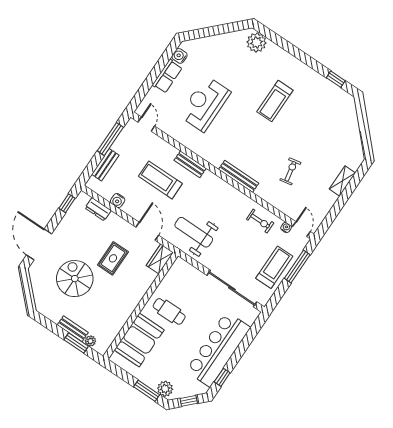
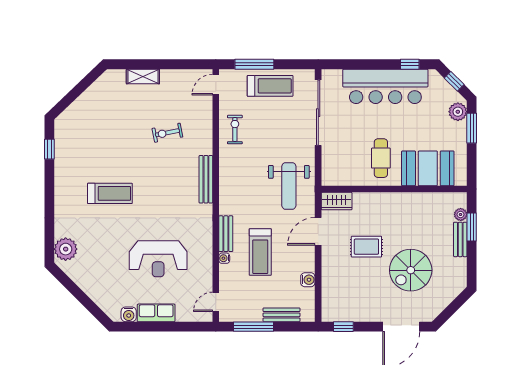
dresser: (98, 209) -> (329, 293), removed
water cooler: (286, 228) -> (224, 258), moved
treadmill: (274, 267) -> (270, 86), turned 180

